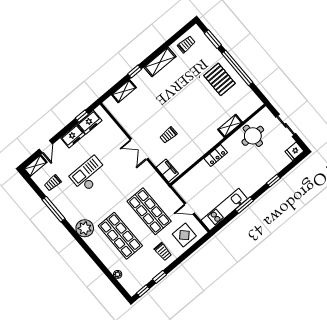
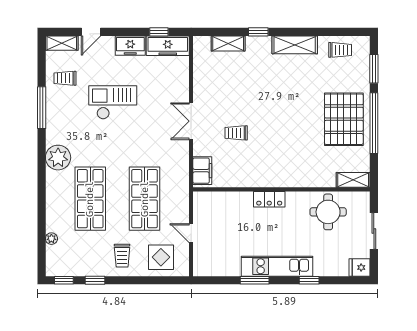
pallet: (219, 79) -> (344, 119), width x1.37, depth x1.41
freezer: (90, 122) -> (168, 46), width x1.40
shelving: (230, 126) -> (353, 180), moved
kitchen unit: (224, 209) -> (277, 266), moved

